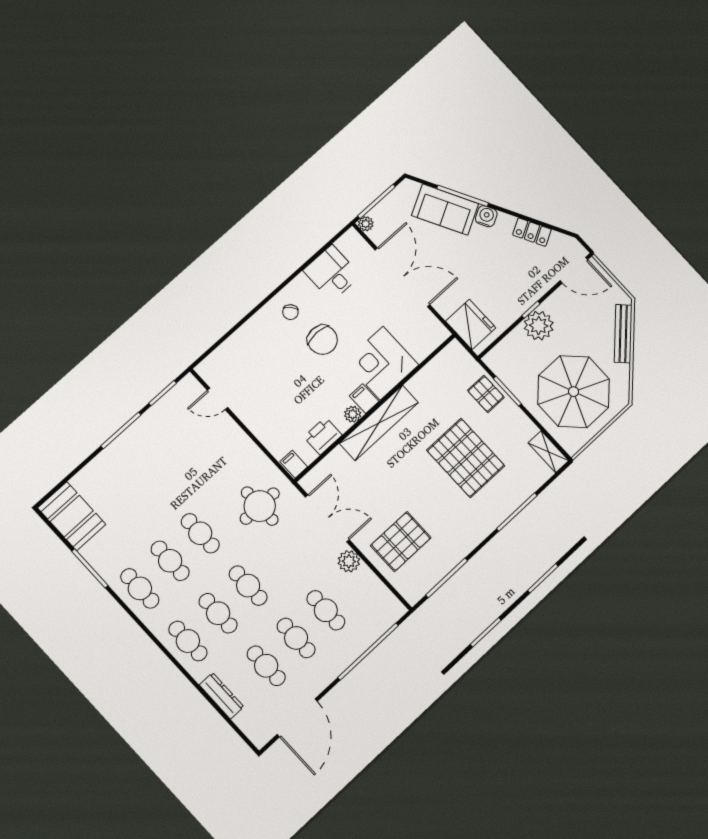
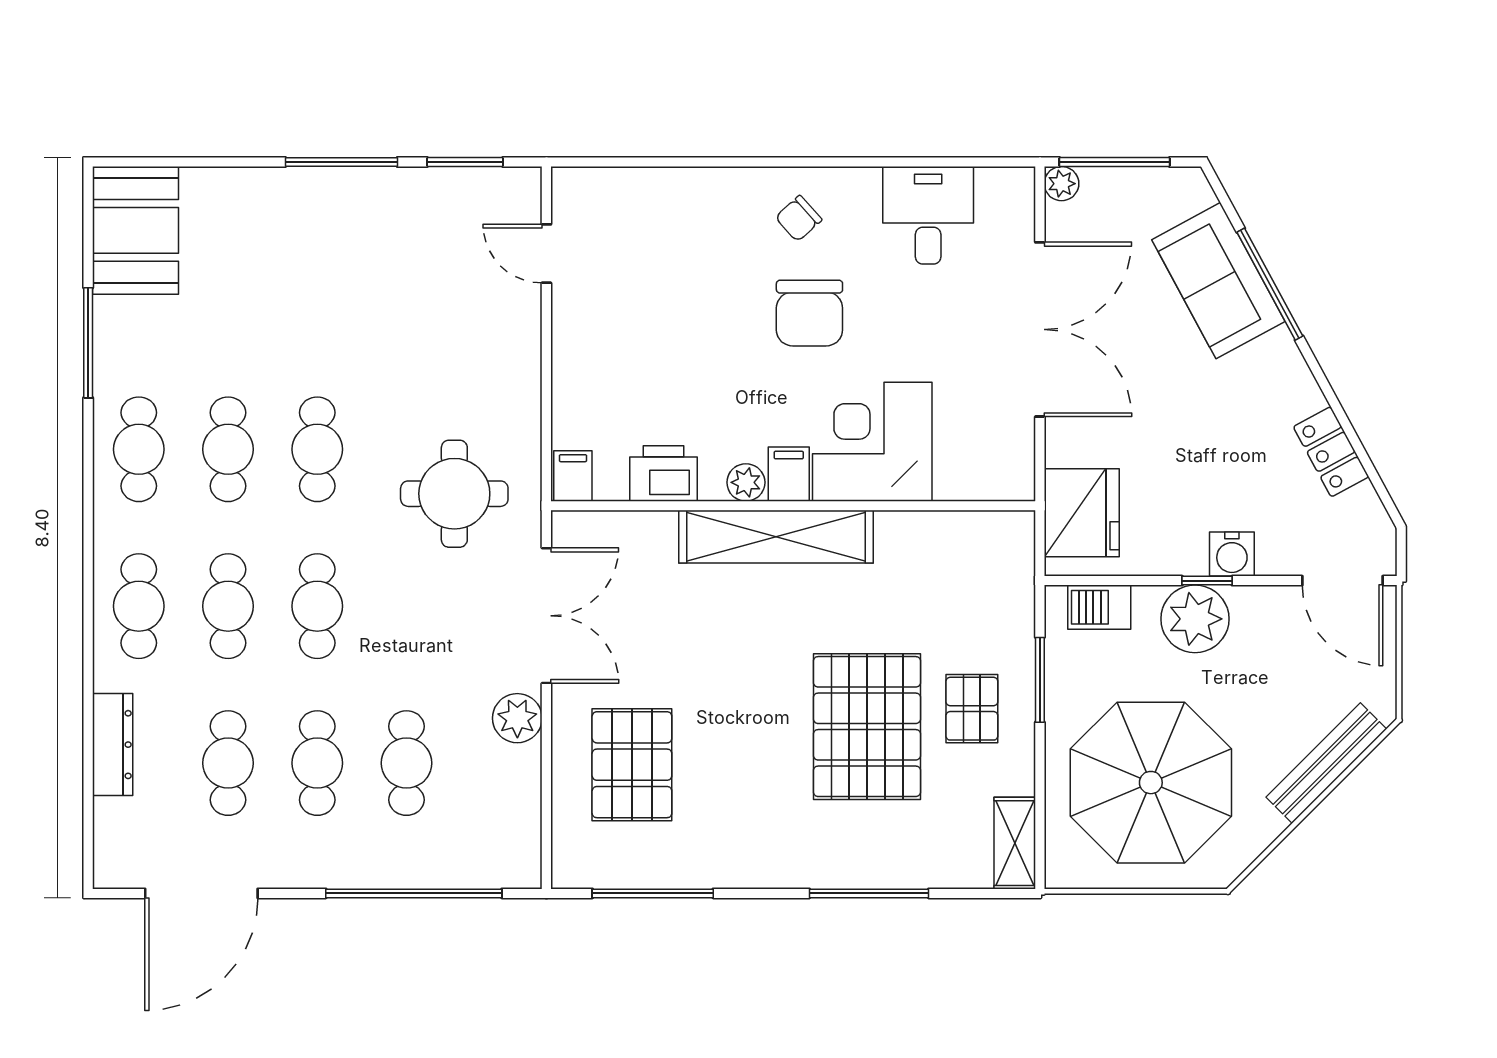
water cooler: (486, 216) -> (1232, 554), moved, turned 118
barbecue: (505, 350) -> (1099, 607), added
pallet: (486, 394) -> (972, 709), moved
pallet: (401, 542) -> (632, 765), turned 90

